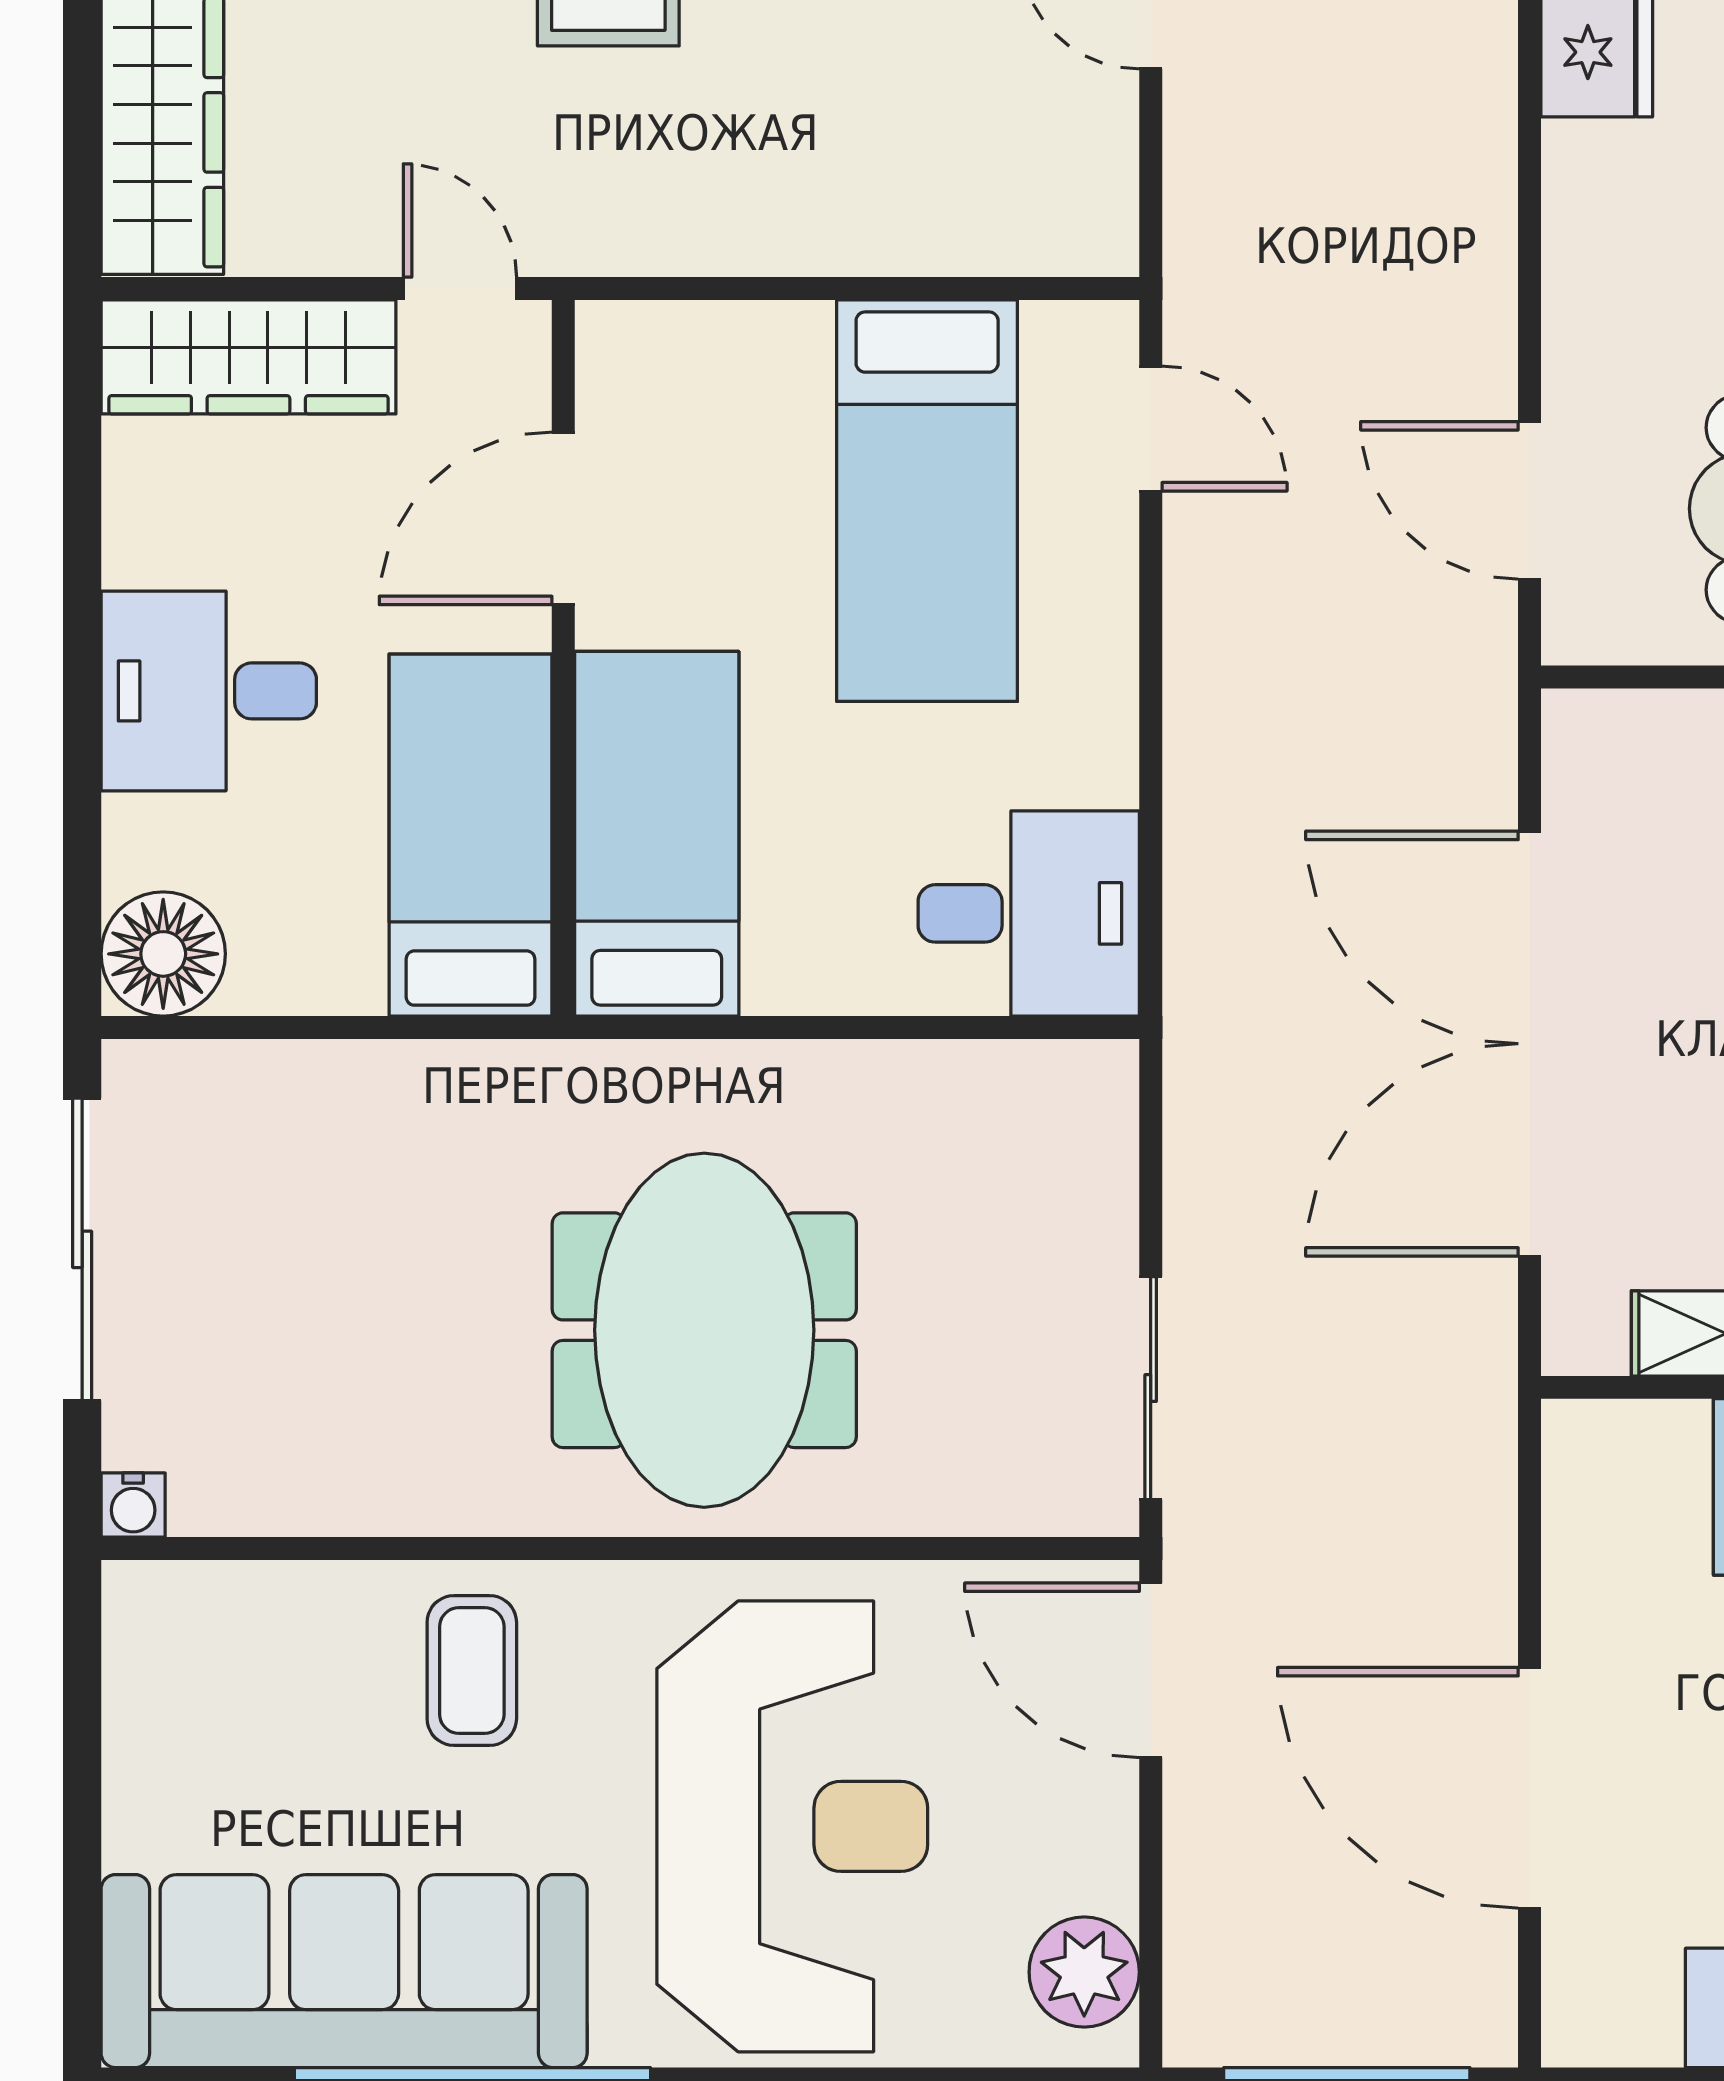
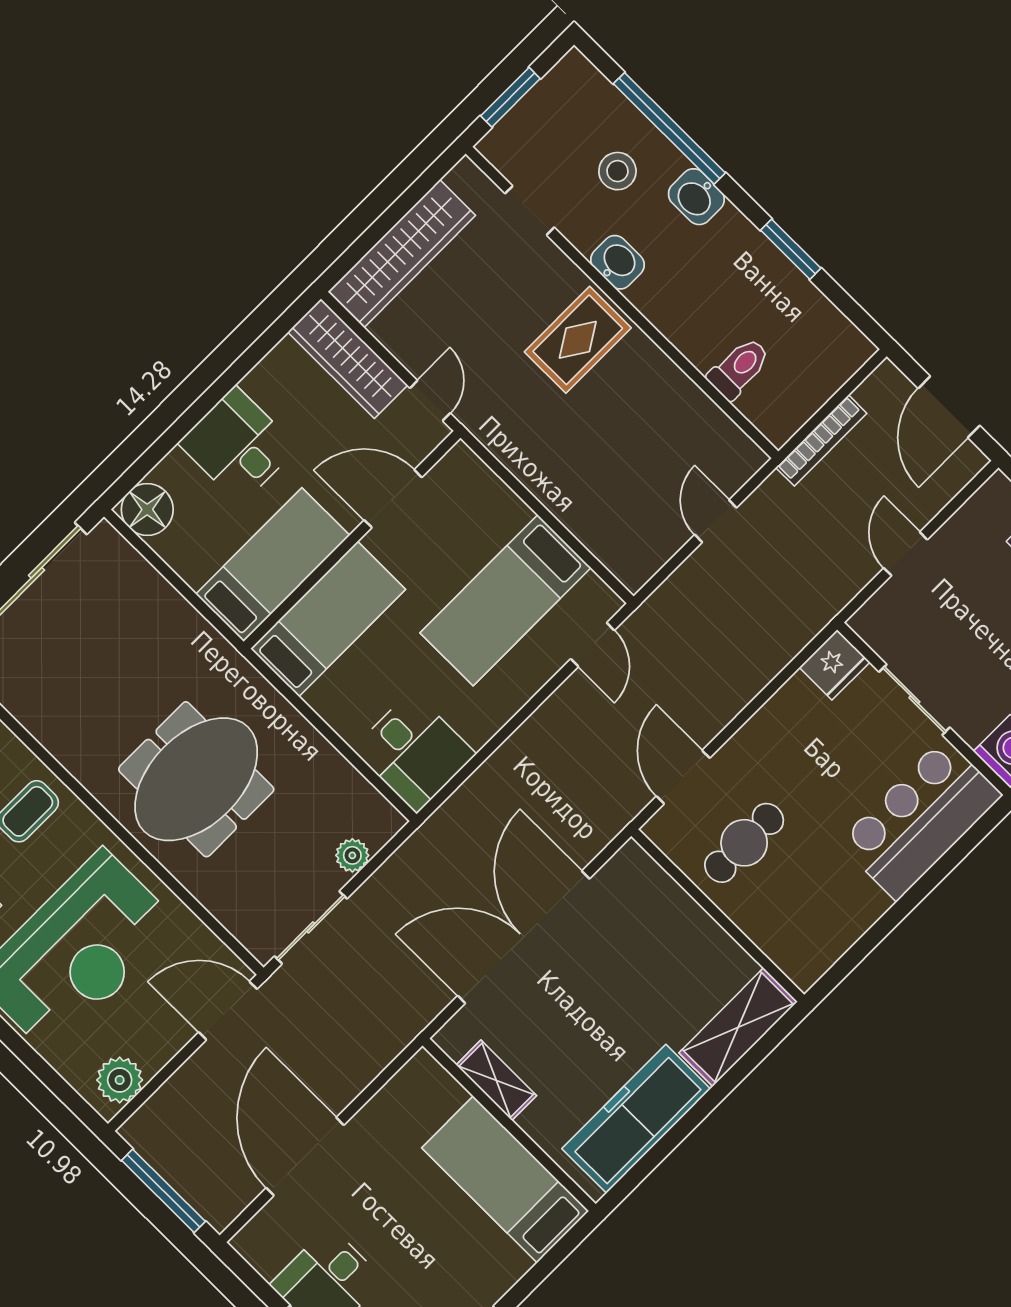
plant: (1099, 1195) -> (352, 855), added
door: (1151, 1670) -> (228, 1011), hinge flipped

